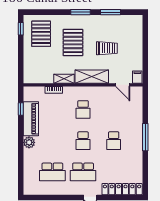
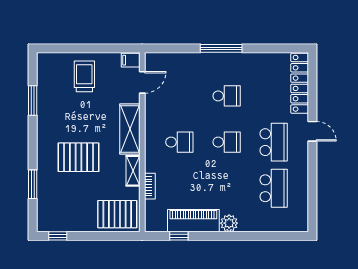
window: (81, 12) -> (33, 184), moved
pallet: (41, 34) -> (117, 214), moved
trolley: (107, 48) -> (84, 76), moved

